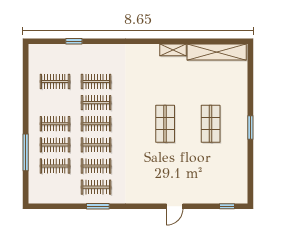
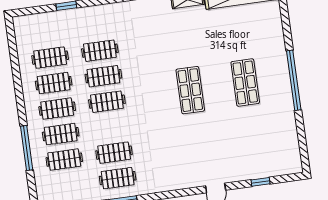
window: (250, 127) -> (294, 80), width x2.11
clothes rail: (96, 145) -> (54, 83), moved
window: (227, 206) -> (260, 182), moved

